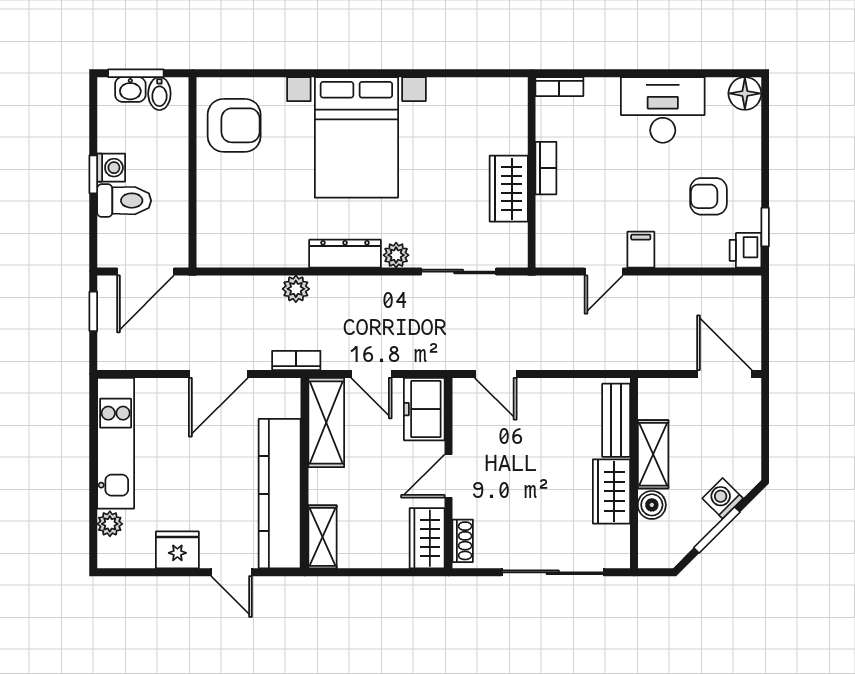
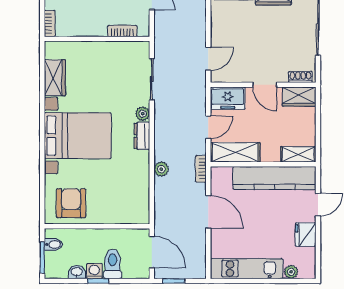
washbasin: (130, 89) -> (77, 272), moved, turned -90
bookcase: (546, 168) -> (122, 31), moved
wardrobe: (509, 189) -> (55, 78), moved, turned -90
dresser: (345, 254) -> (142, 136), width x0.70

